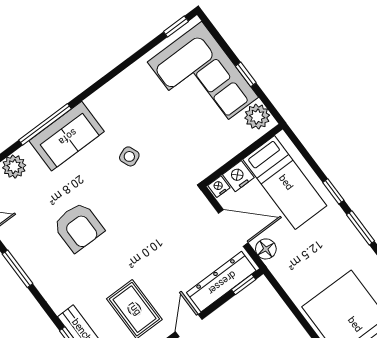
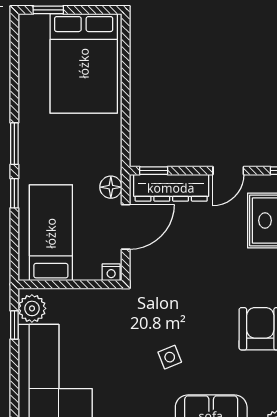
window: (246, 74) -> (14, 325), moved
nightstand: (238, 176) -> (87, 269), removed
door: (233, 228) -> (126, 227), swing flipped

